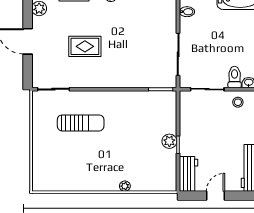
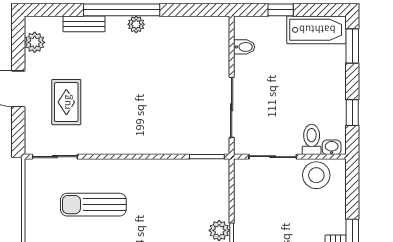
rug: (85, 46) -> (66, 102), moved, turned 90
stool: (238, 102) -> (316, 175), width x1.89, depth x1.89
sun lounger: (81, 123) -> (93, 205), turned 180

